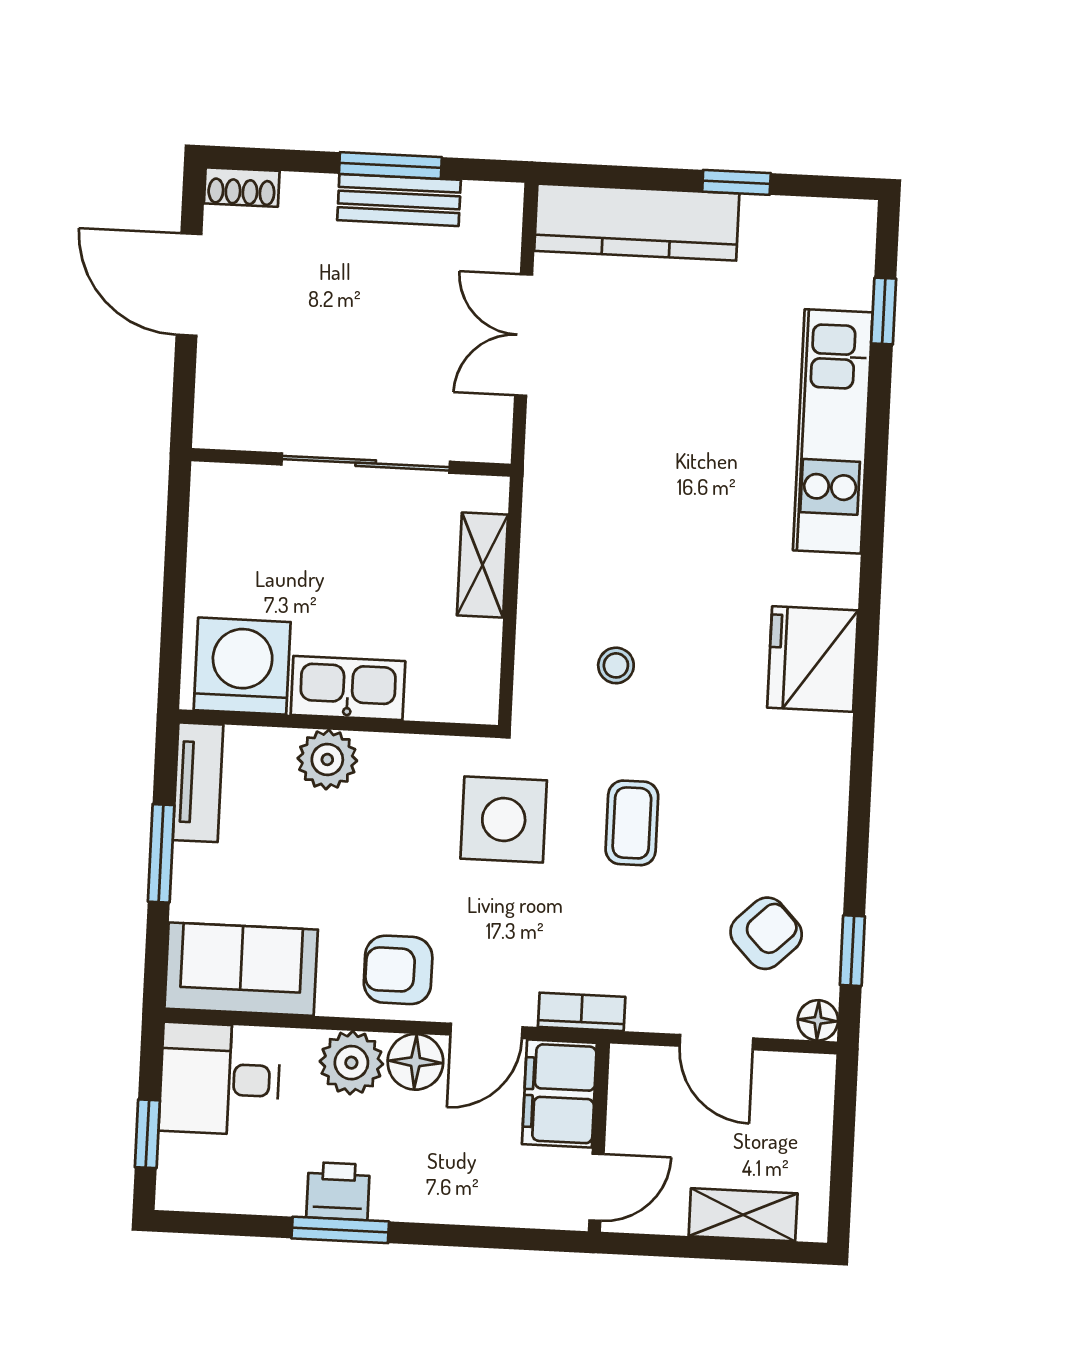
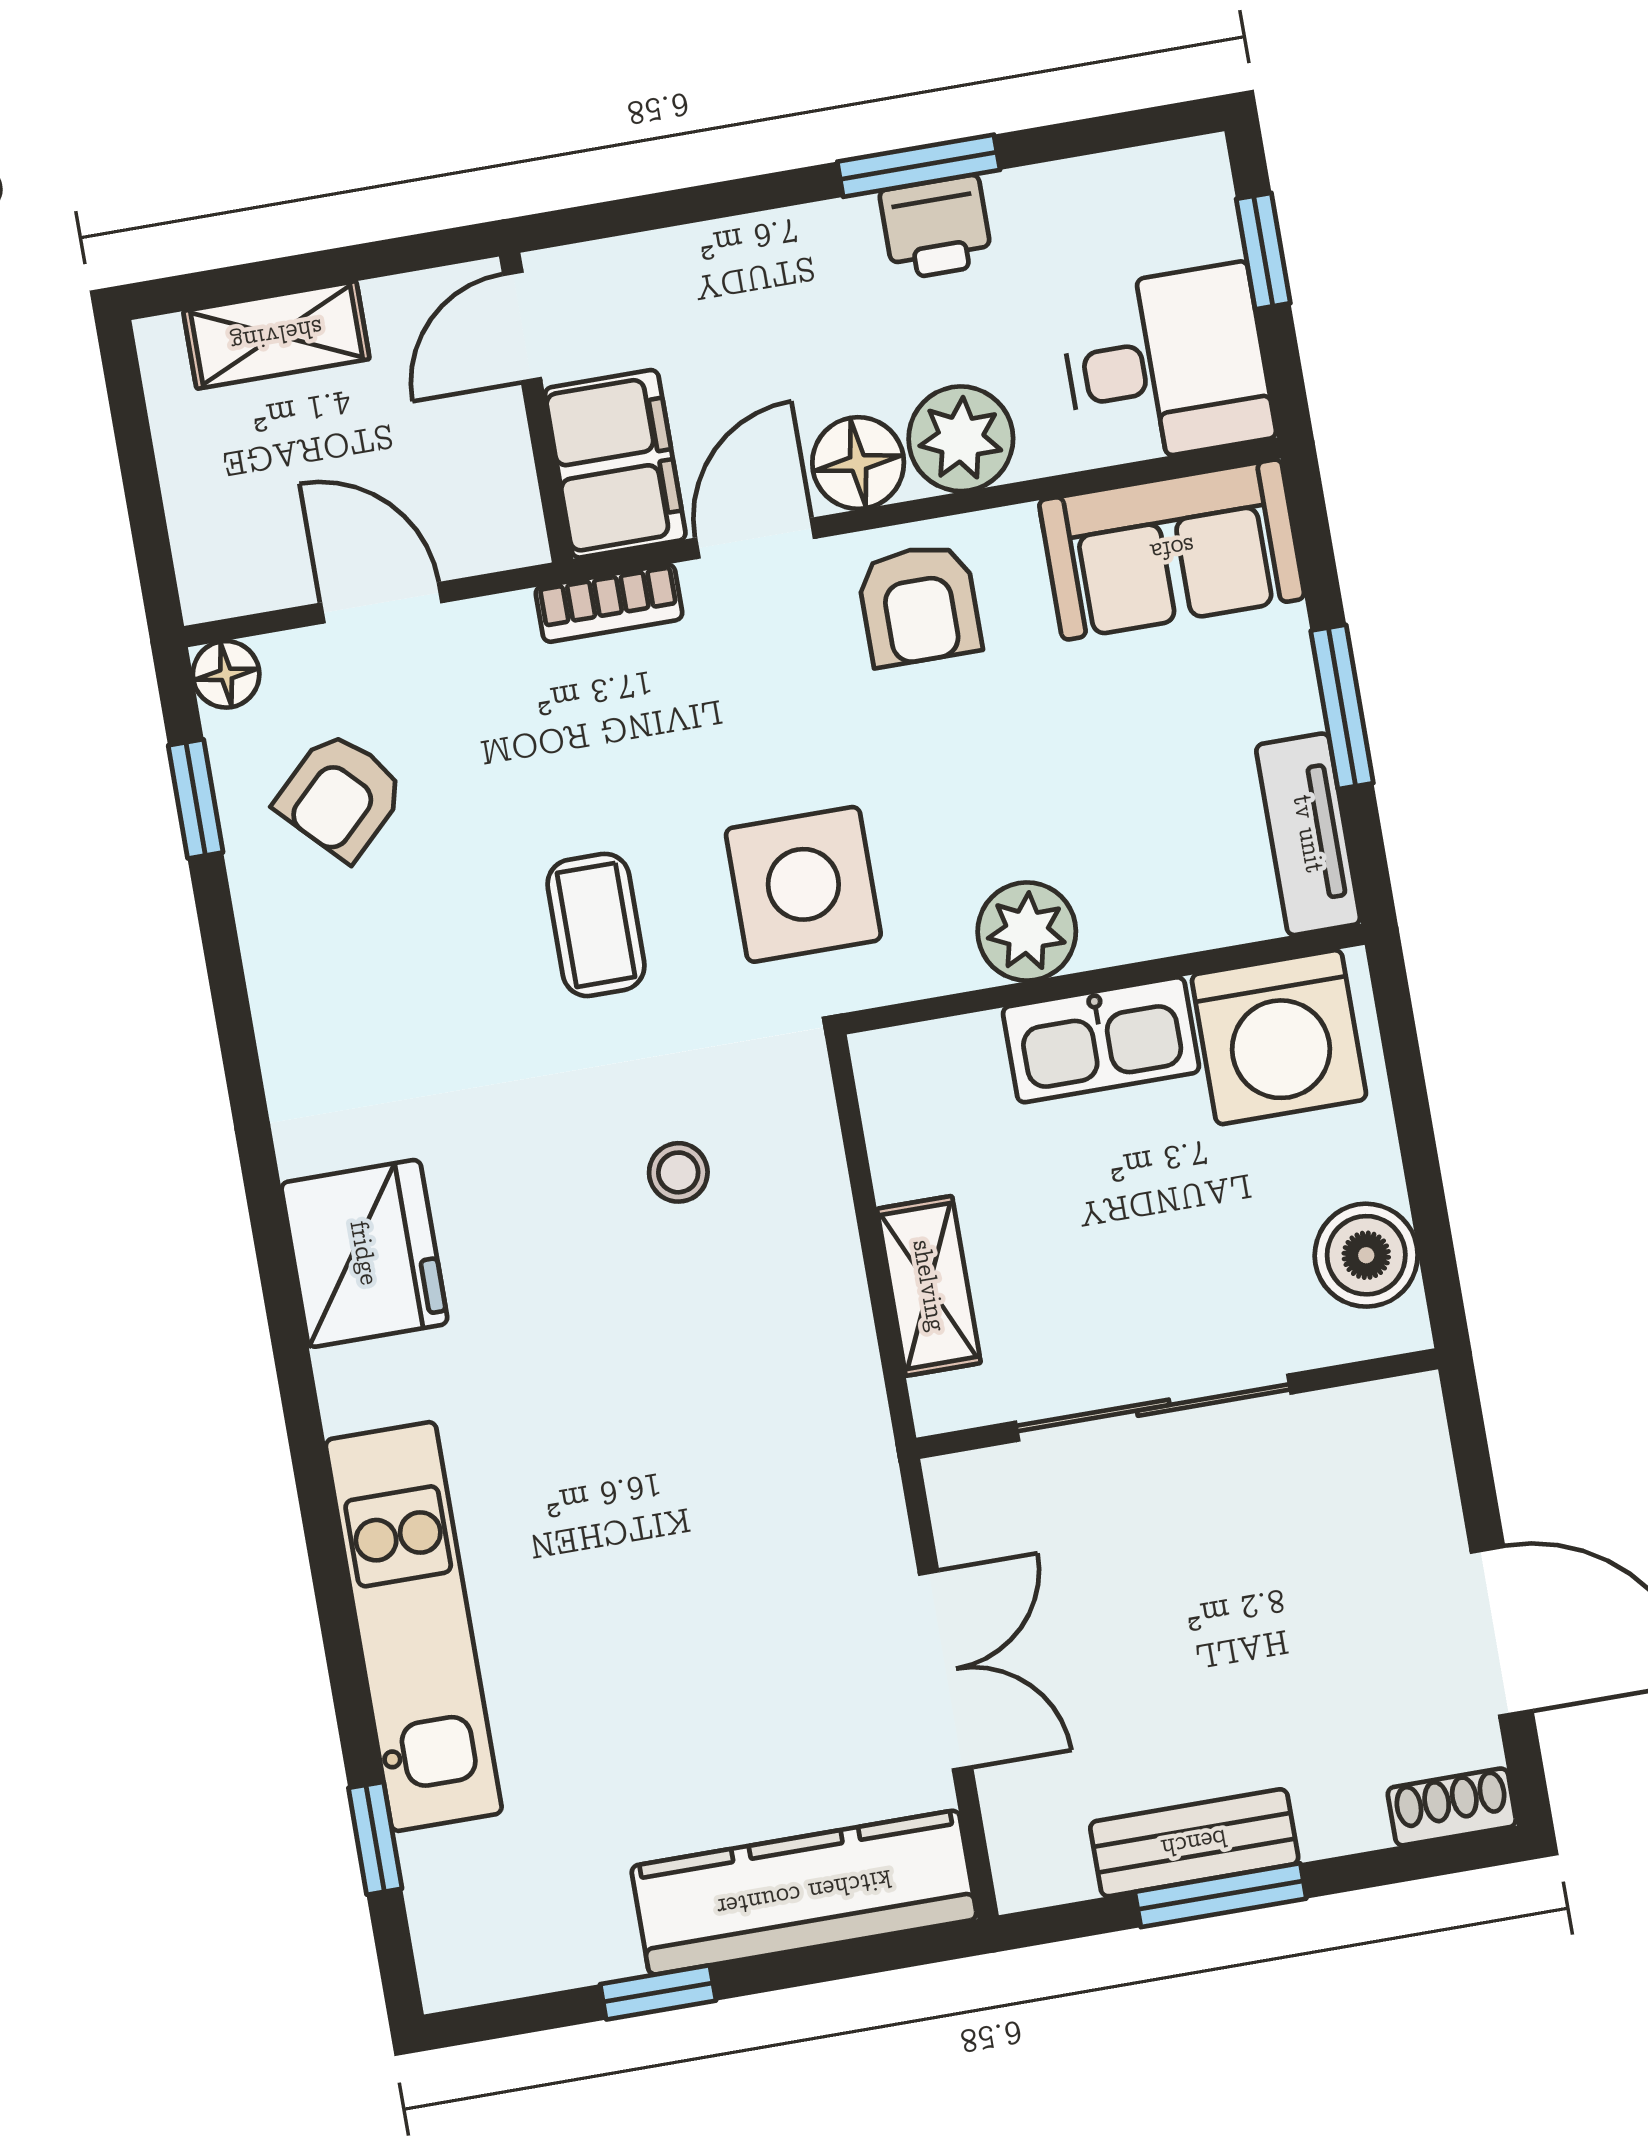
boiler: (219, 525) -> (1366, 1255), added
plant: (327, 759) -> (1027, 932), moved
armchair: (398, 970) -> (919, 605), turned 90

